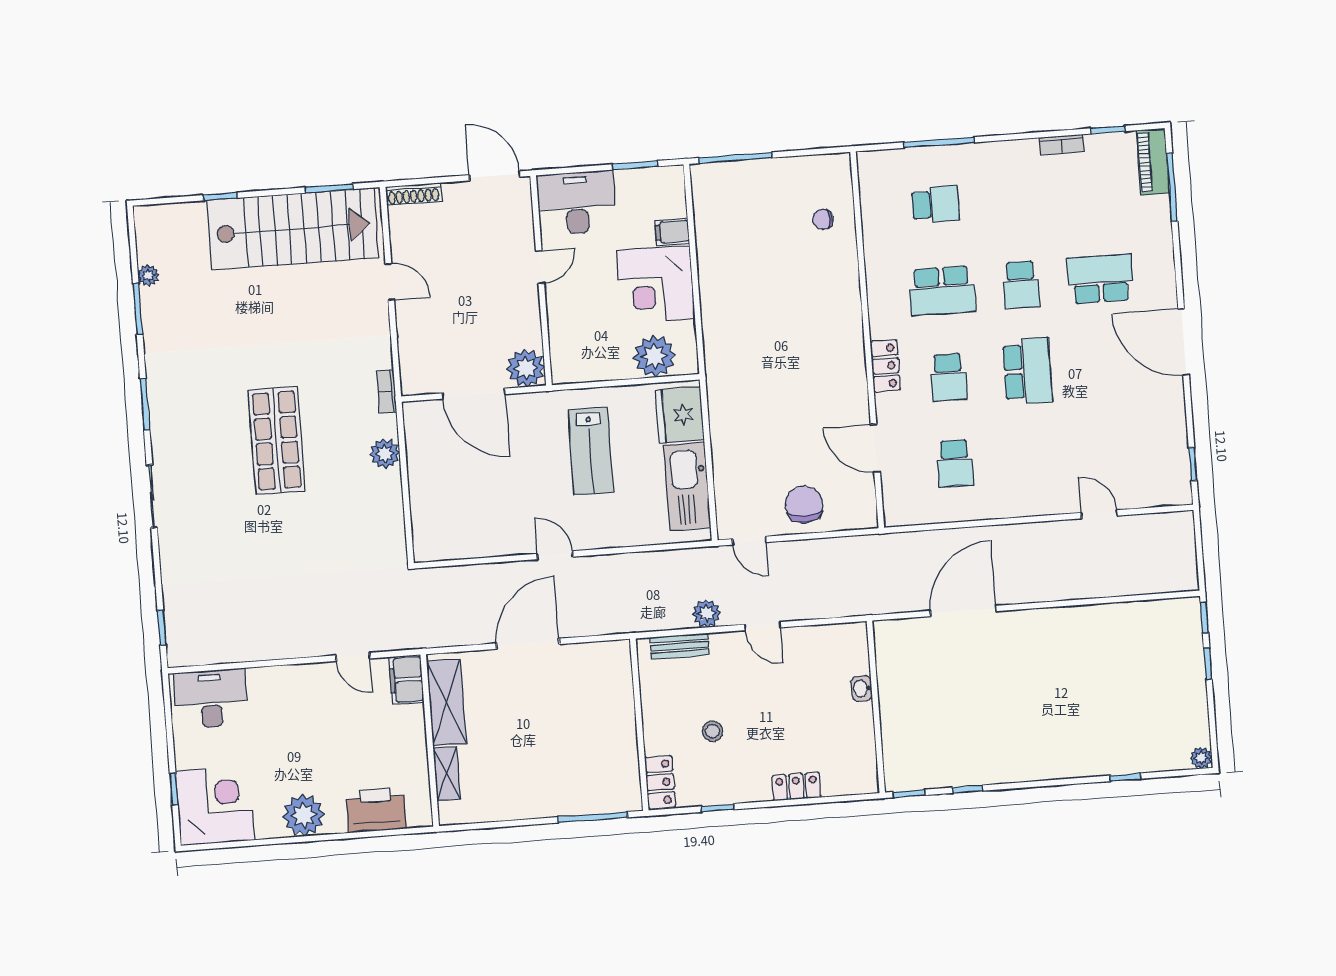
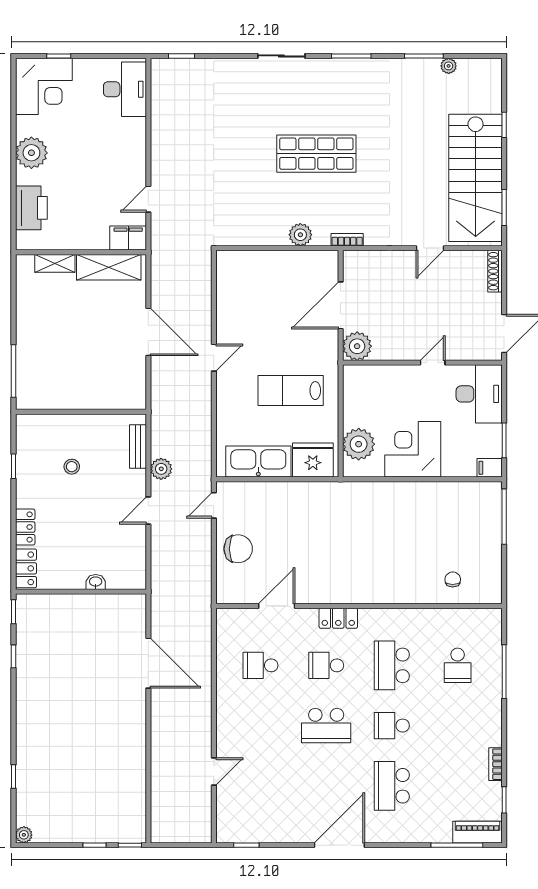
filing cabinet: (672, 232) -> (490, 468), moved, turned -90
door: (540, 267) -> (433, 363), swing flipped
school desk: (1100, 279) -> (392, 786), turned 180
locker: (660, 782) -> (26, 568), moved, turned -90

